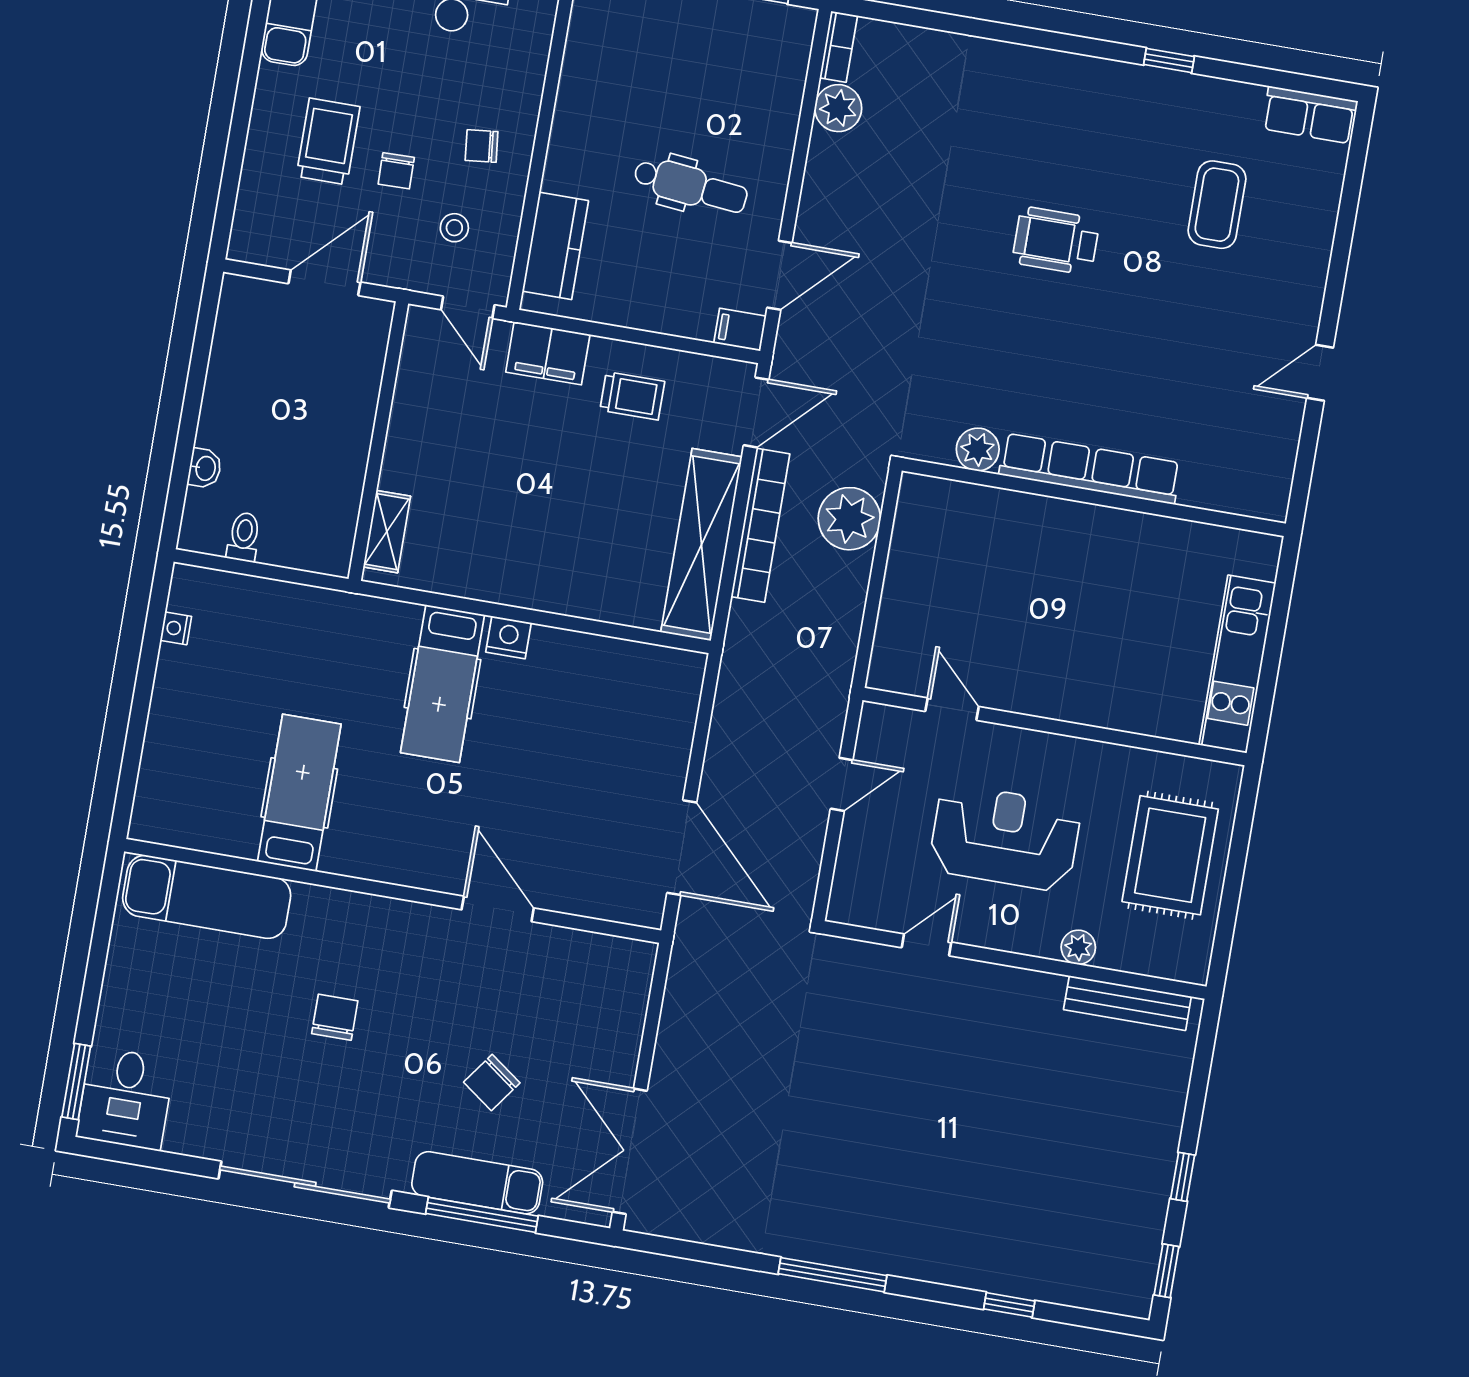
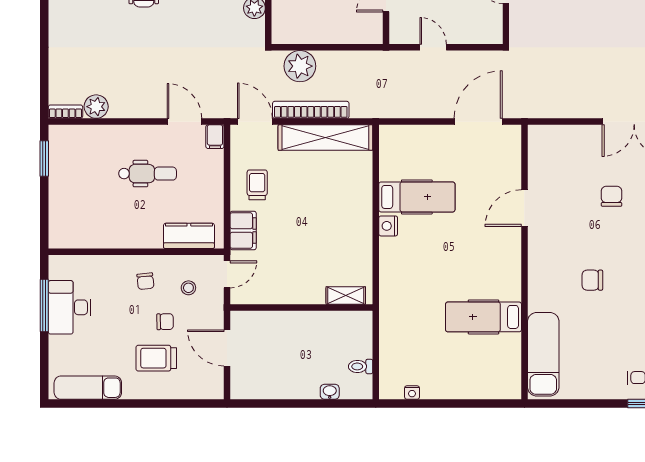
dental chair: (691, 186) -> (148, 174), turned 84
hospital bed: (443, 684) -> (417, 197), moved
chair: (492, 1082) -> (612, 196), turned -126

